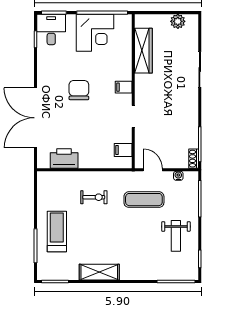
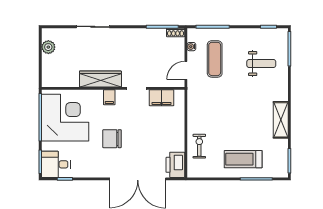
corner desk: (95, 33) -> (65, 118), width x1.36, depth x1.36
wardrobe: (143, 51) -> (100, 79), moved
filing cabinet: (123, 150) -> (161, 98), width x2.00
printer: (64, 158) -> (175, 165), moved
exercise bike: (94, 197) -> (199, 146), moved
exercise mat: (144, 200) -> (215, 59), moved
weight bench: (176, 236) -> (261, 64), moved

